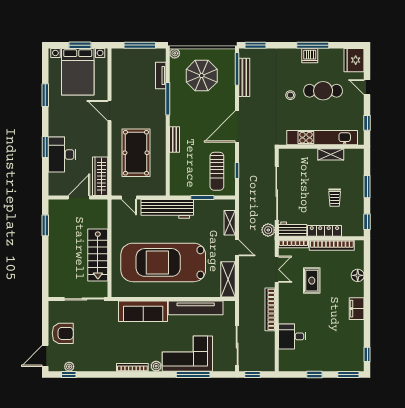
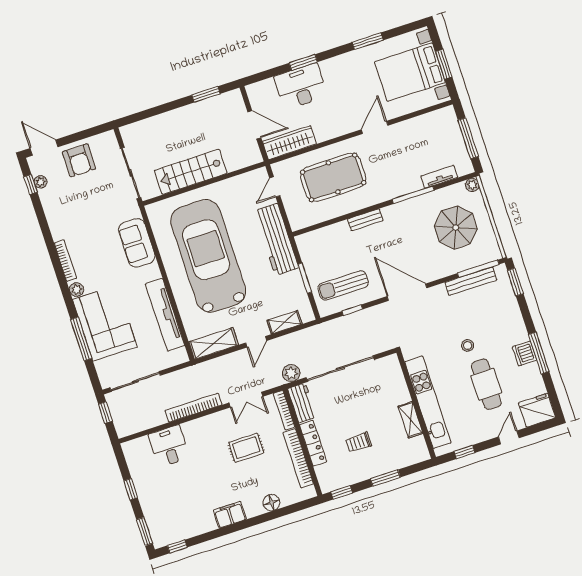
sofa: (143, 311) -> (137, 243), width x0.73

